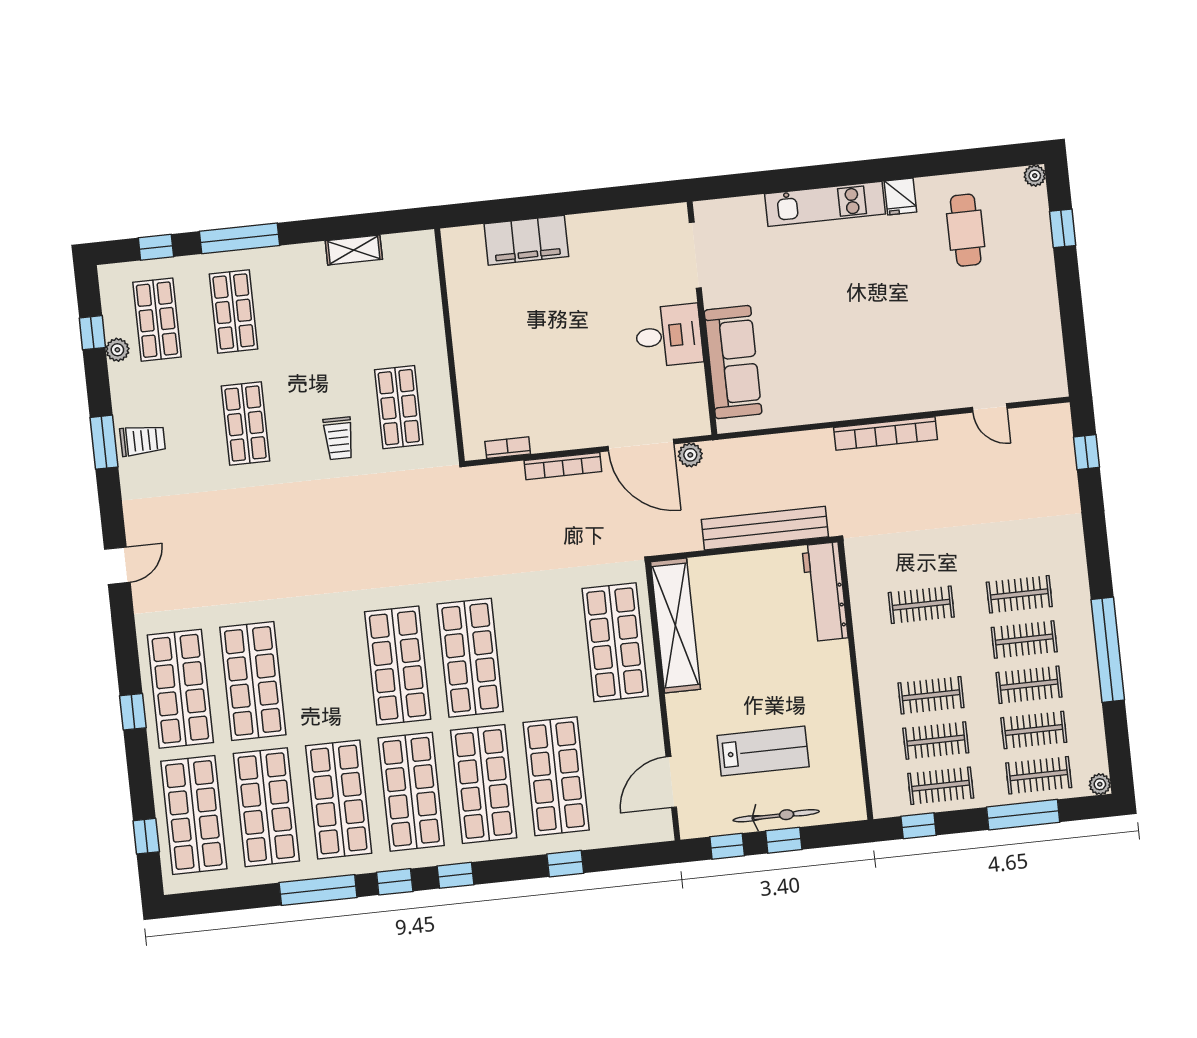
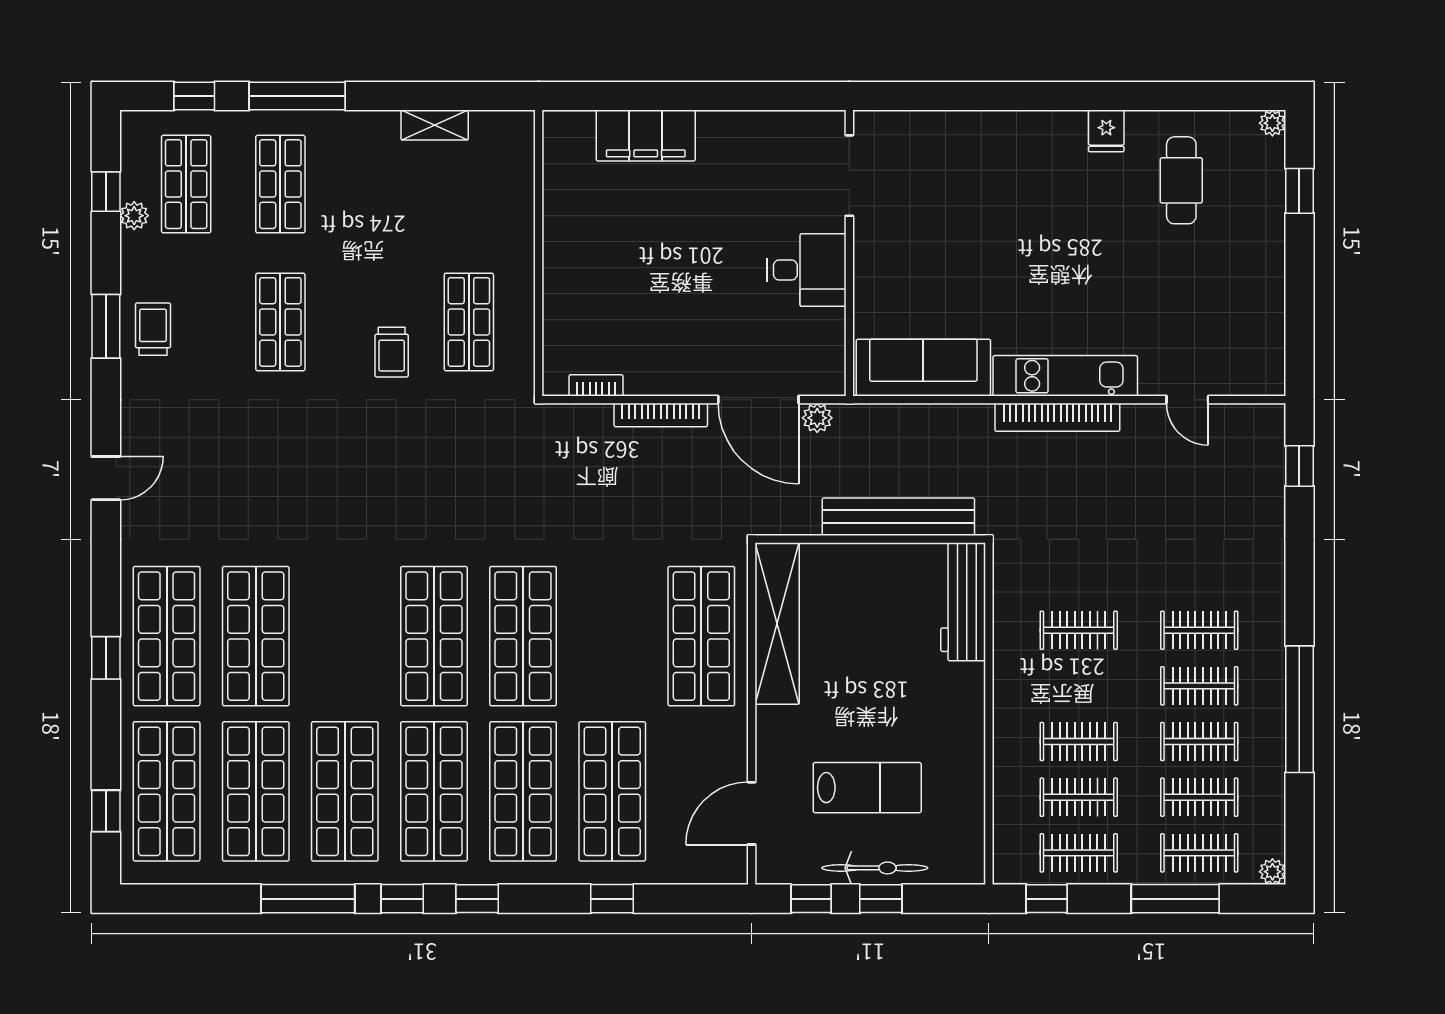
kitchen unit: (825, 204) -> (1065, 376), moved, turned 180
sofa: (733, 362) -> (923, 368), moved, turned -90
trolley: (143, 440) -> (153, 329), turned -90

